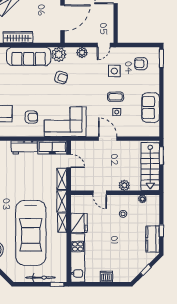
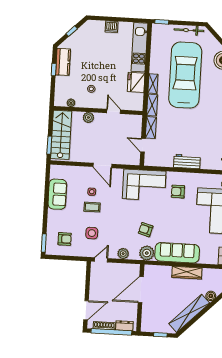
freezer: (52, 147) -> (159, 160), removed
bicycle: (40, 278) -> (189, 30), moved

